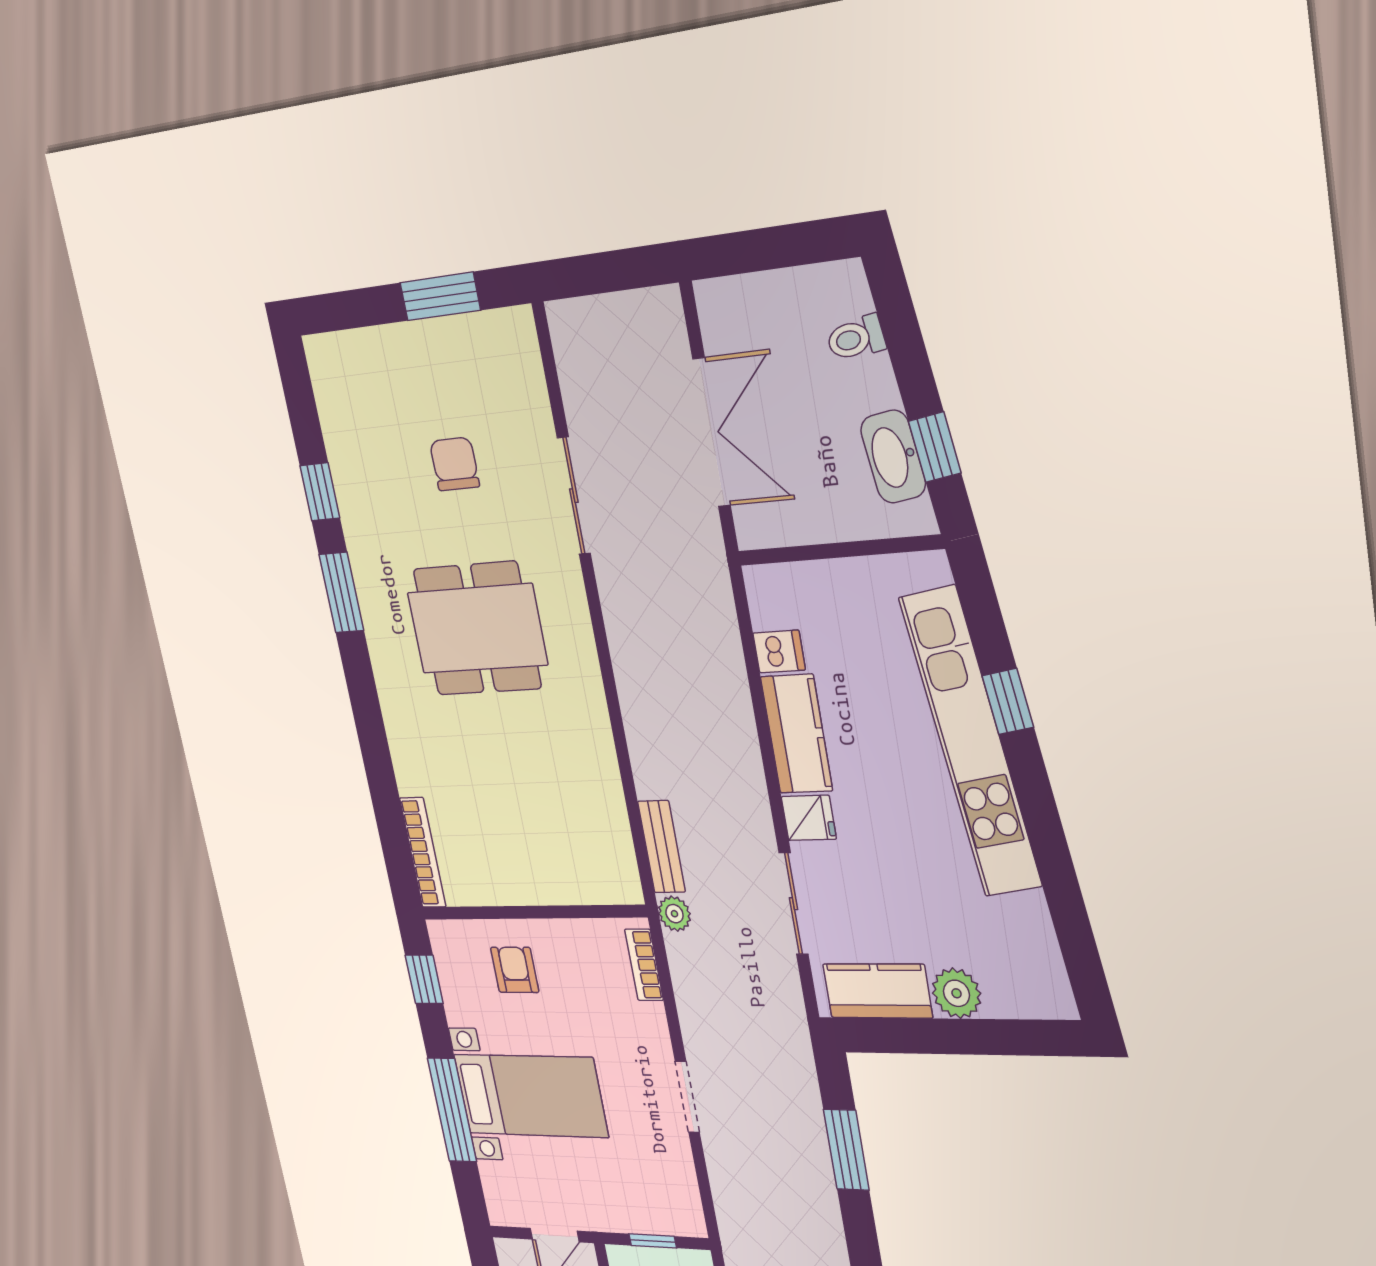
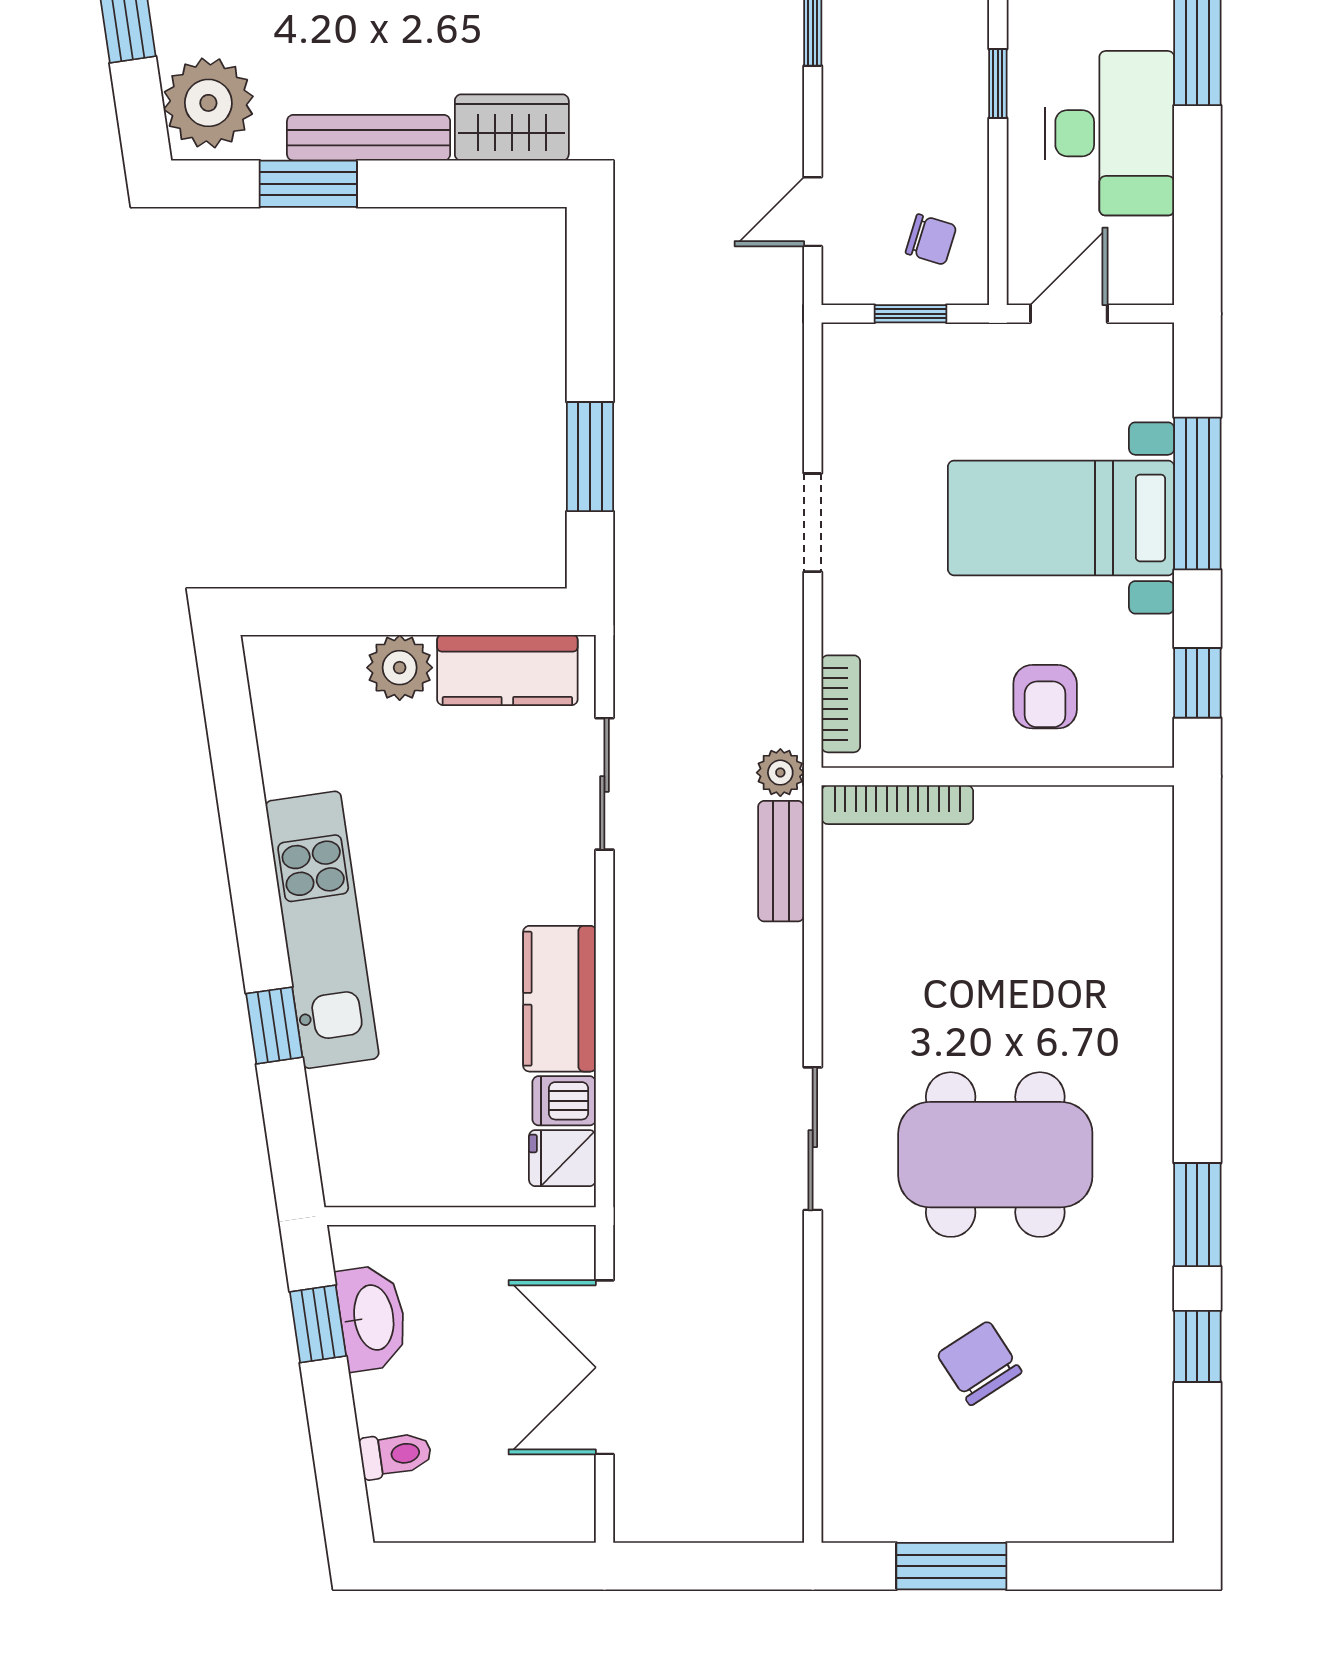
chair: (455, 464) -> (979, 1363), turned 147
sliding door: (574, 496) -> (813, 1139), moved
kitchen unit: (971, 743) -> (322, 930), width x0.73
fridge: (809, 818) -> (562, 1158), moved
bookcase: (423, 853) -> (897, 805), moved, turned -90

